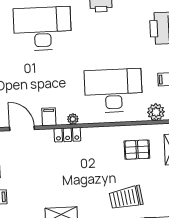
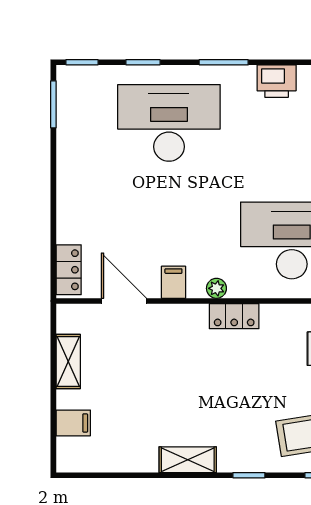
locker: (67, 135) -> (234, 316), moved

